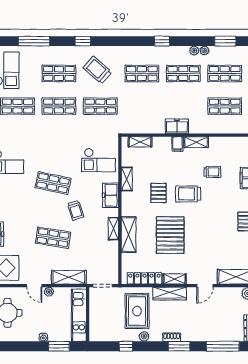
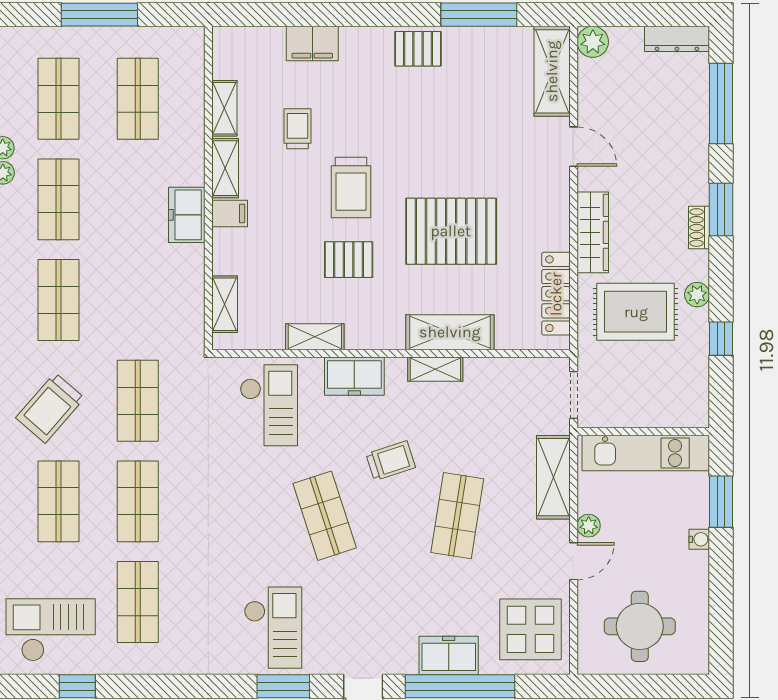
shop shelf: (53, 183) -> (325, 516), turned -30
shelving: (175, 279) -> (224, 108), moved

